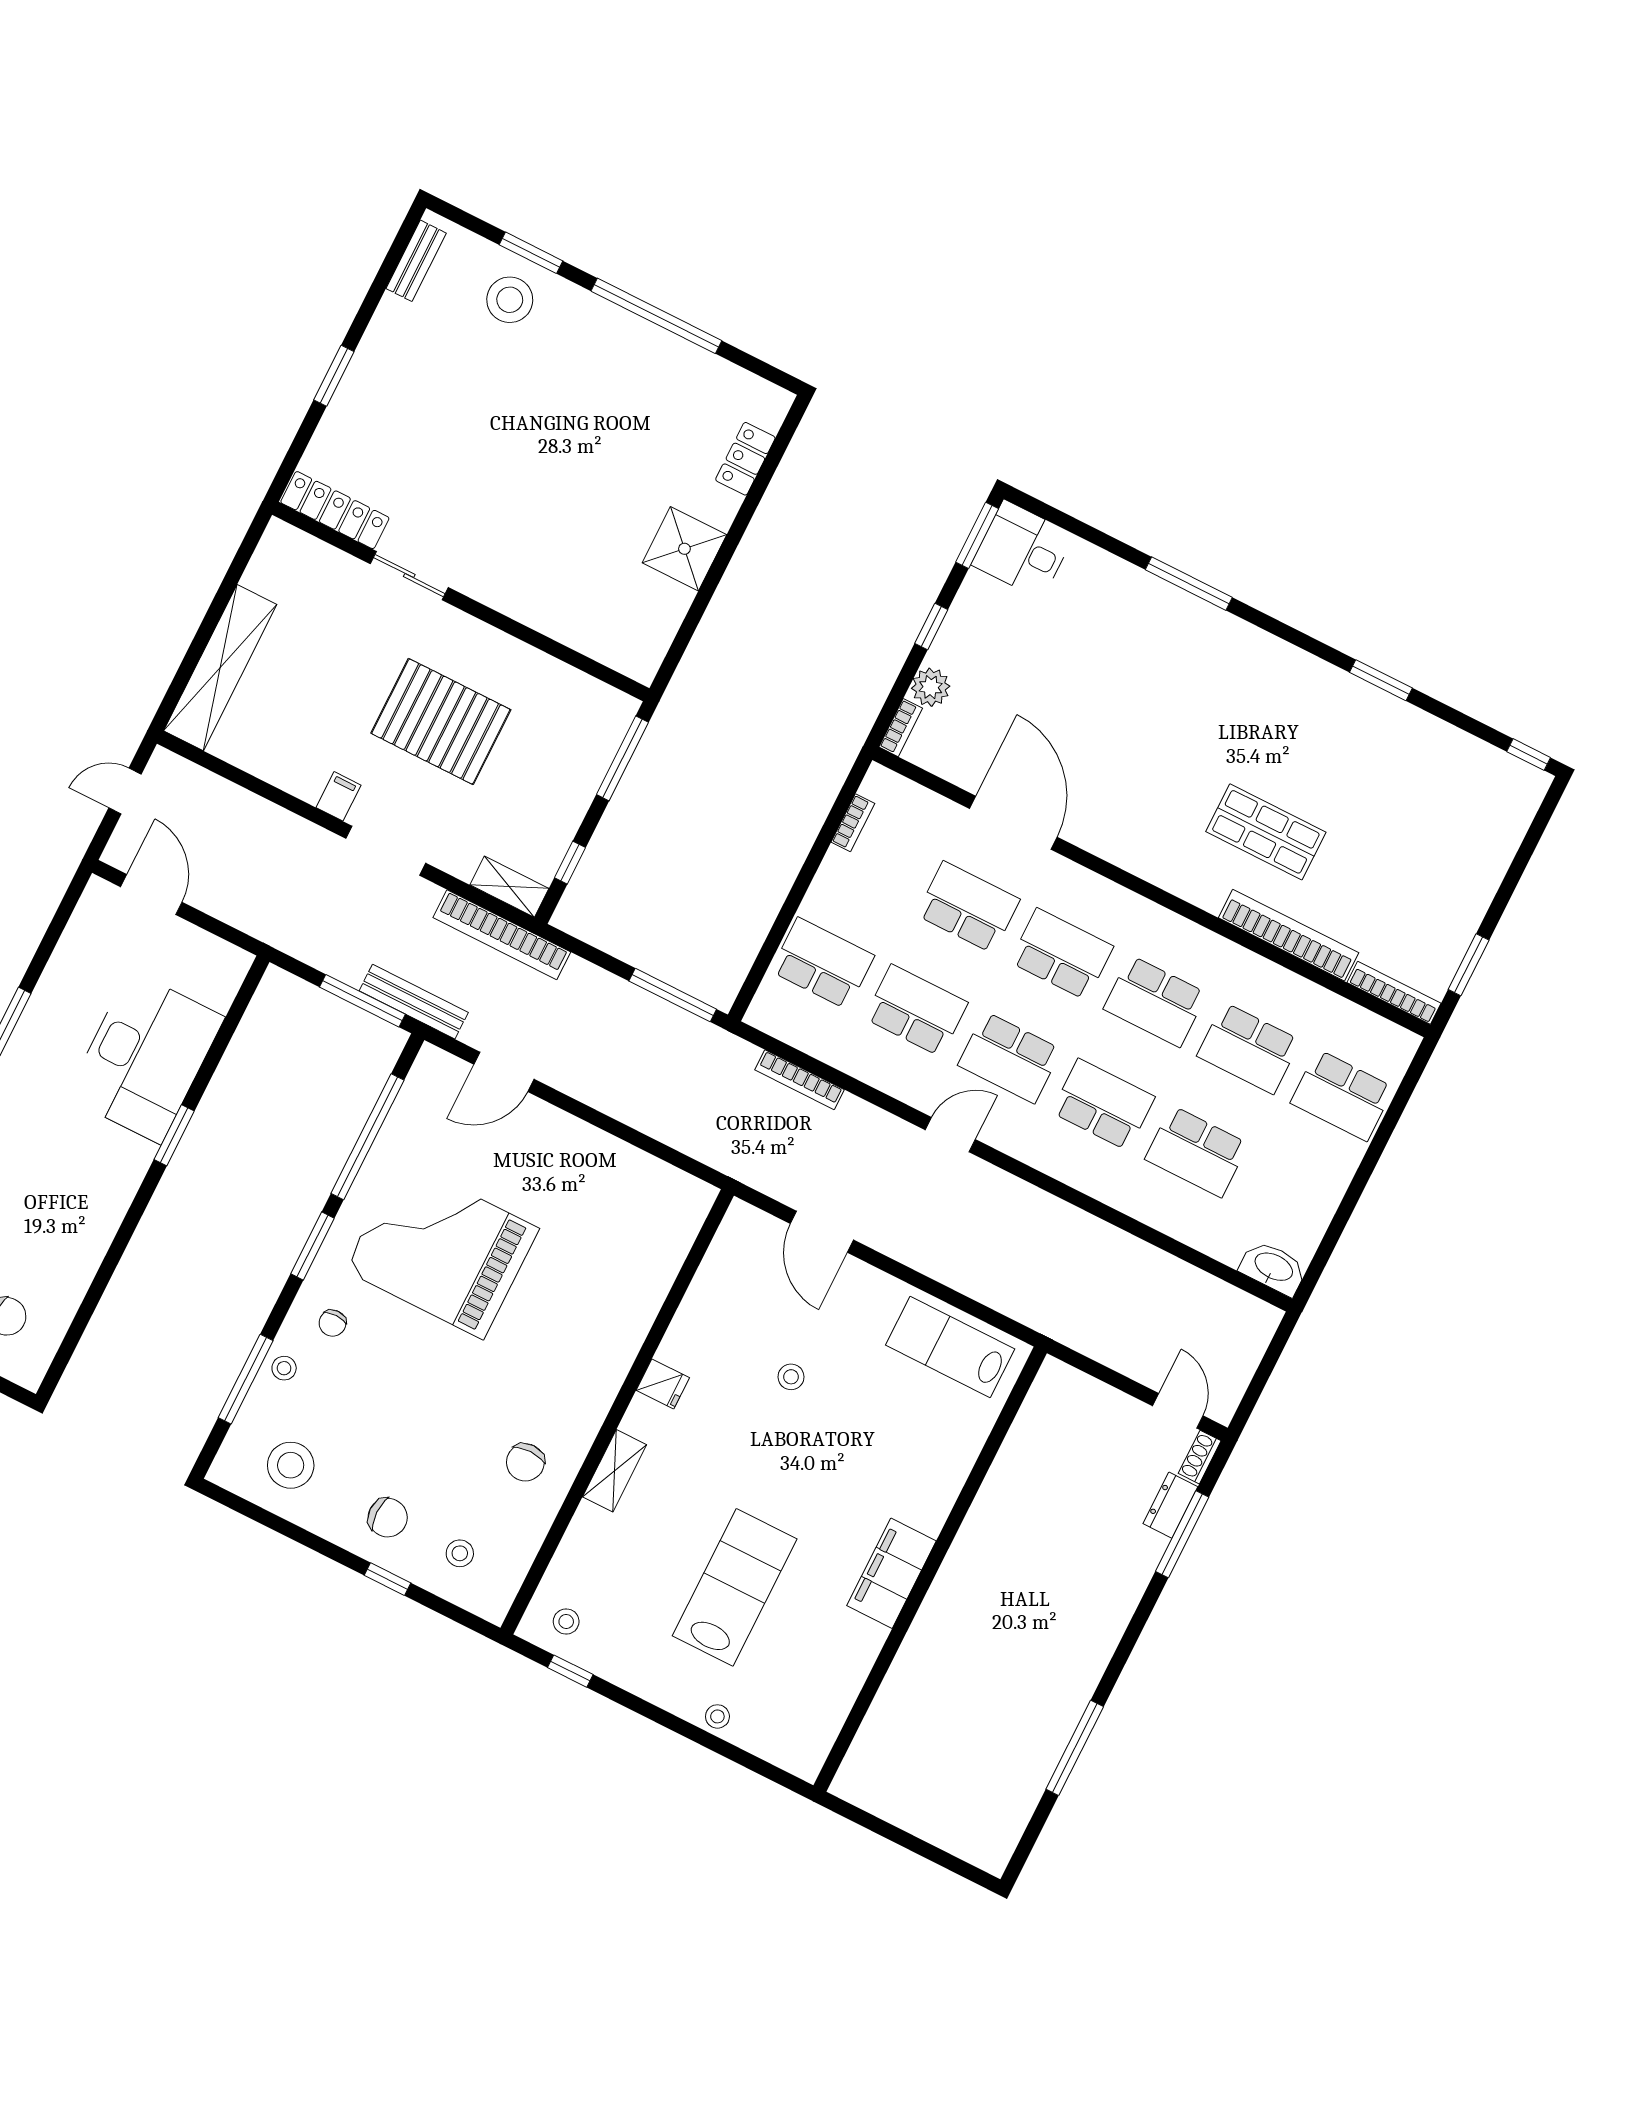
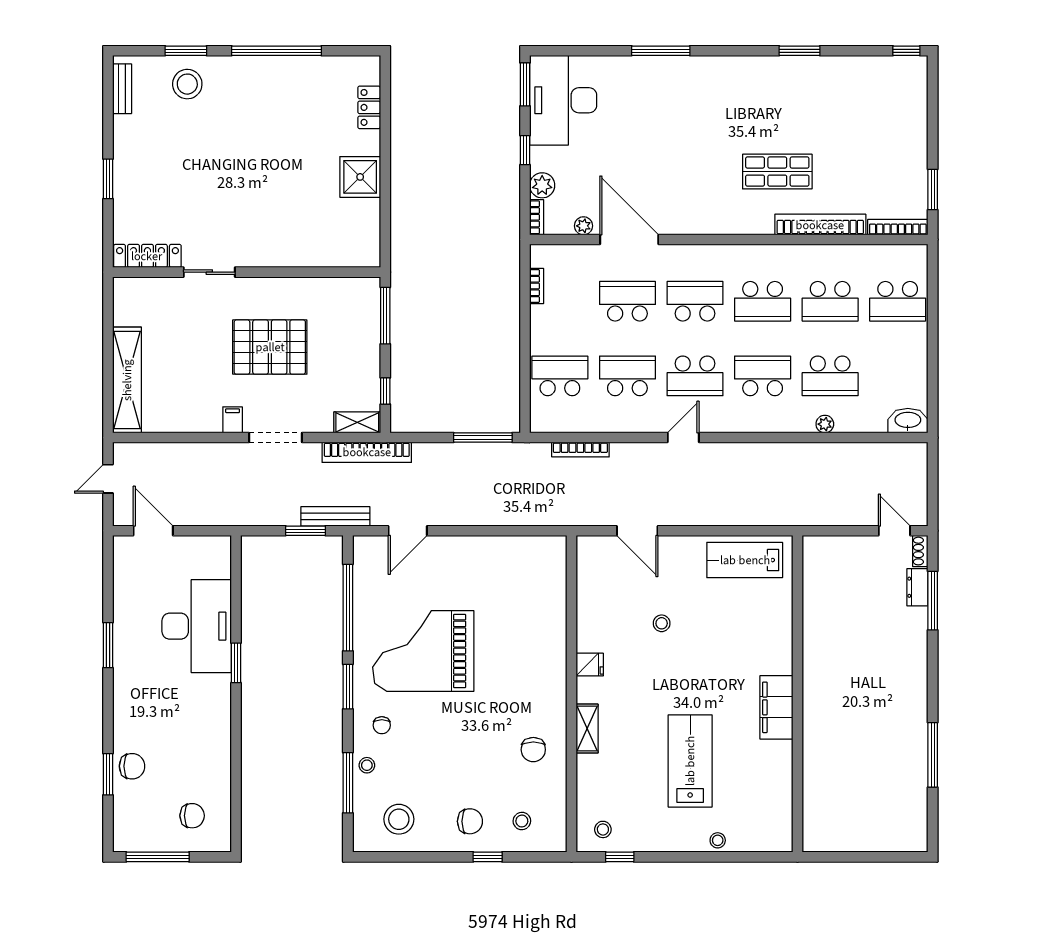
desk: (1023, 550) -> (563, 100), width x1.87, depth x1.30
plant: (960, 772) -> (583, 226), added
window: (362, 1001) -> (306, 531), width x0.69
plant: (1156, 1215) -> (825, 424), added

